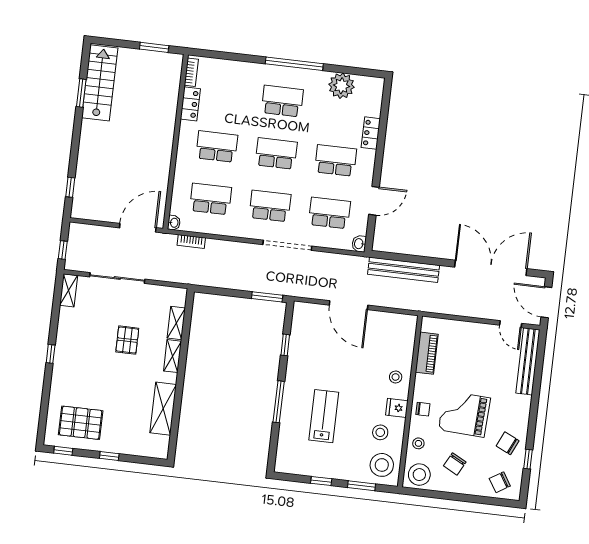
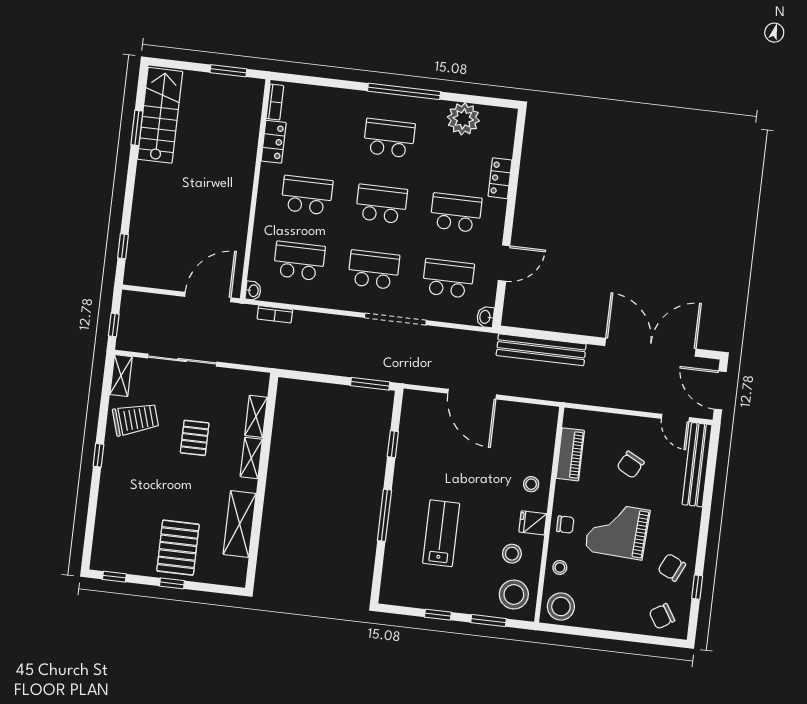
trolley: (80, 325) -> (135, 419), added
pallet: (81, 423) -> (178, 548), moved, turned 90
chair: (455, 464) -> (631, 465), moved

